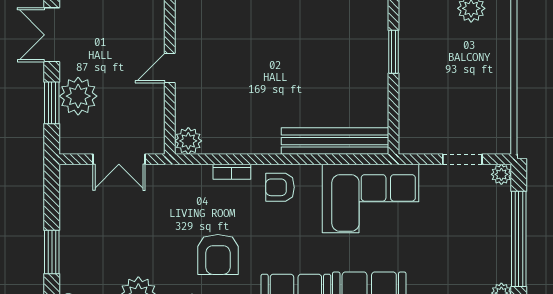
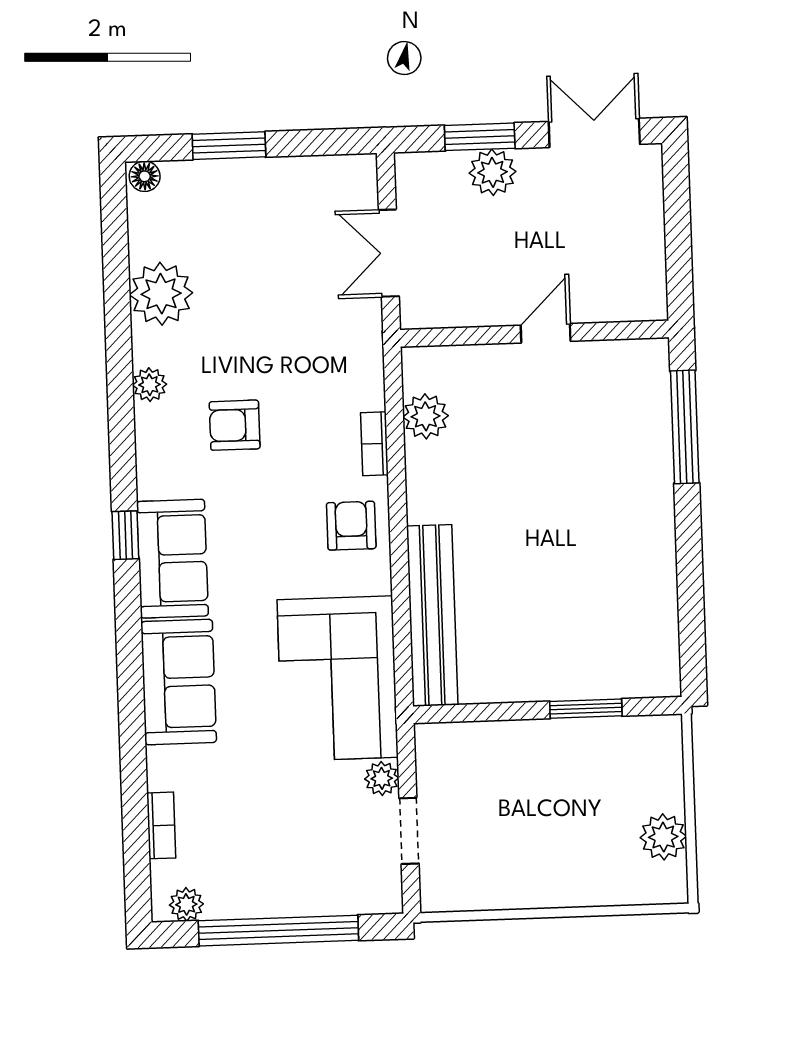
door: (170, 68) -> (546, 333), hinge flipped
plant: (78, 96) -> (493, 172), width x0.73, depth x0.73
plant: (188, 141) -> (426, 416), moved
plant: (501, 174) -> (382, 778), moved
armchair: (218, 254) -> (235, 425), width x0.72, depth x0.72

